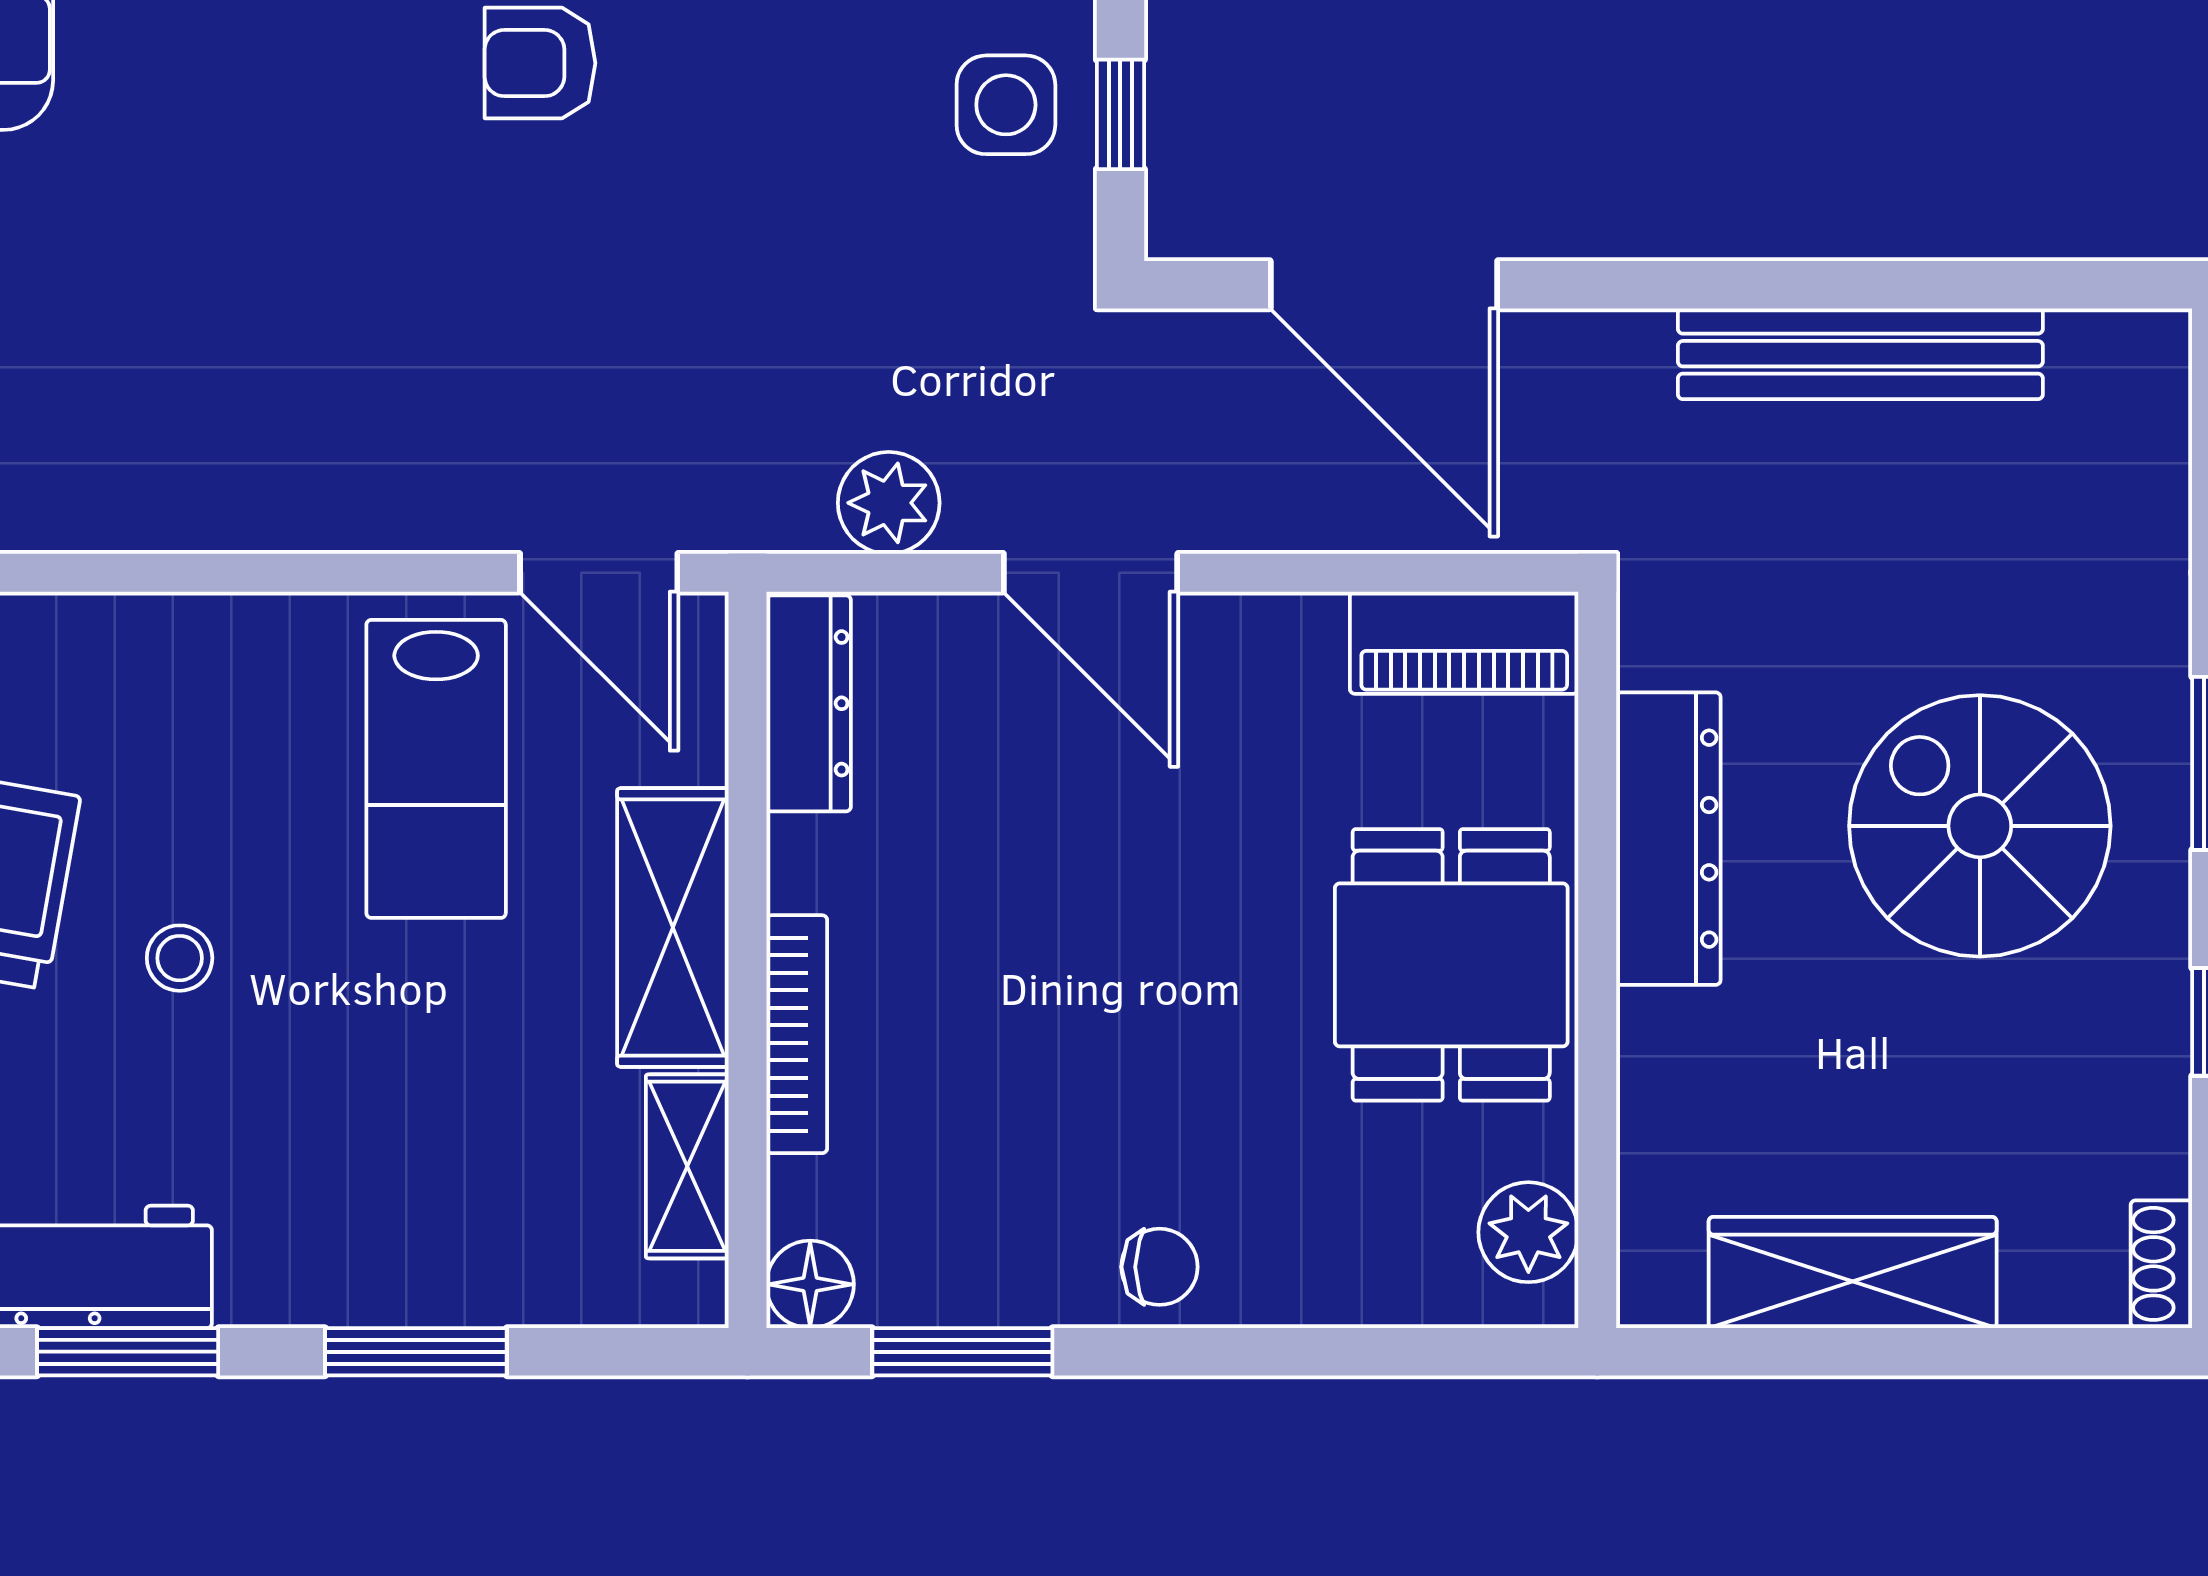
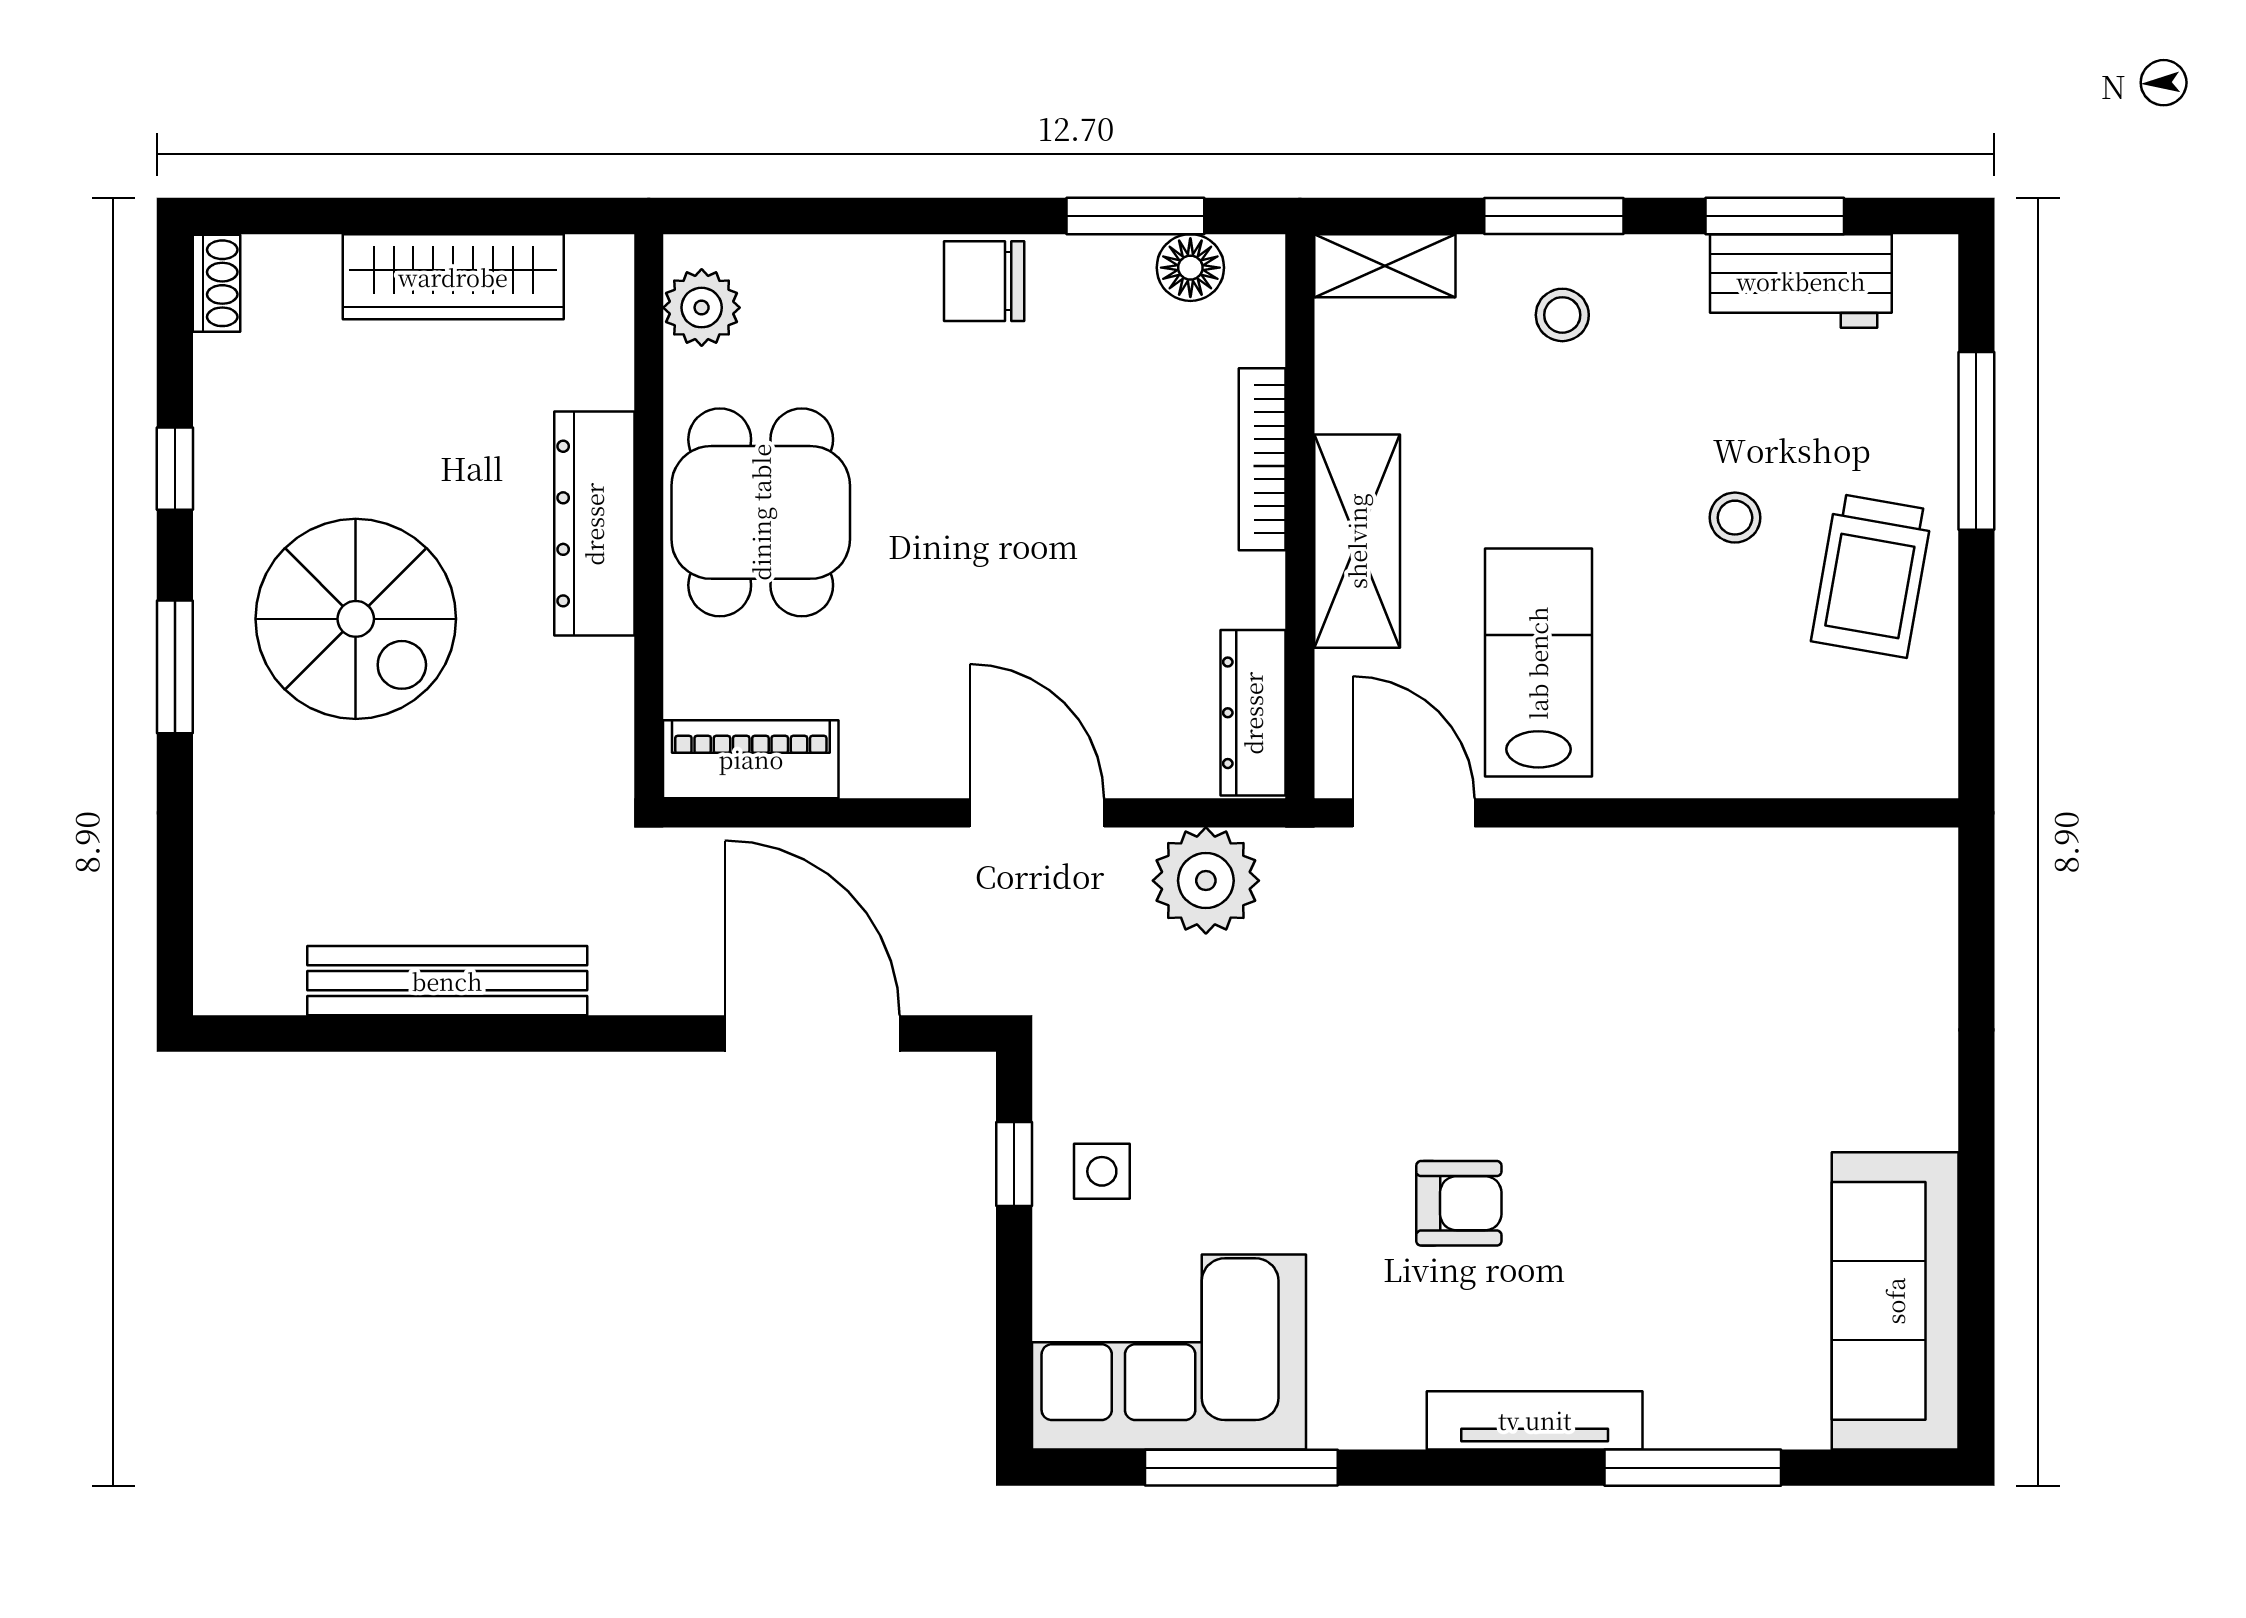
side table: (1006, 105) -> (1102, 1171), width x0.73, depth x0.73
plant: (889, 503) -> (1206, 881), width x1.36, depth x1.36
dresser: (1668, 839) -> (594, 524), moved
shelving: (687, 1166) -> (1385, 266), moved, turned 90
stool: (405, 1223) -> (1562, 315), added
chair: (1159, 1267) -> (984, 281), width x1.37, depth x1.37
floor lamp: (810, 1284) -> (1190, 268), moved

